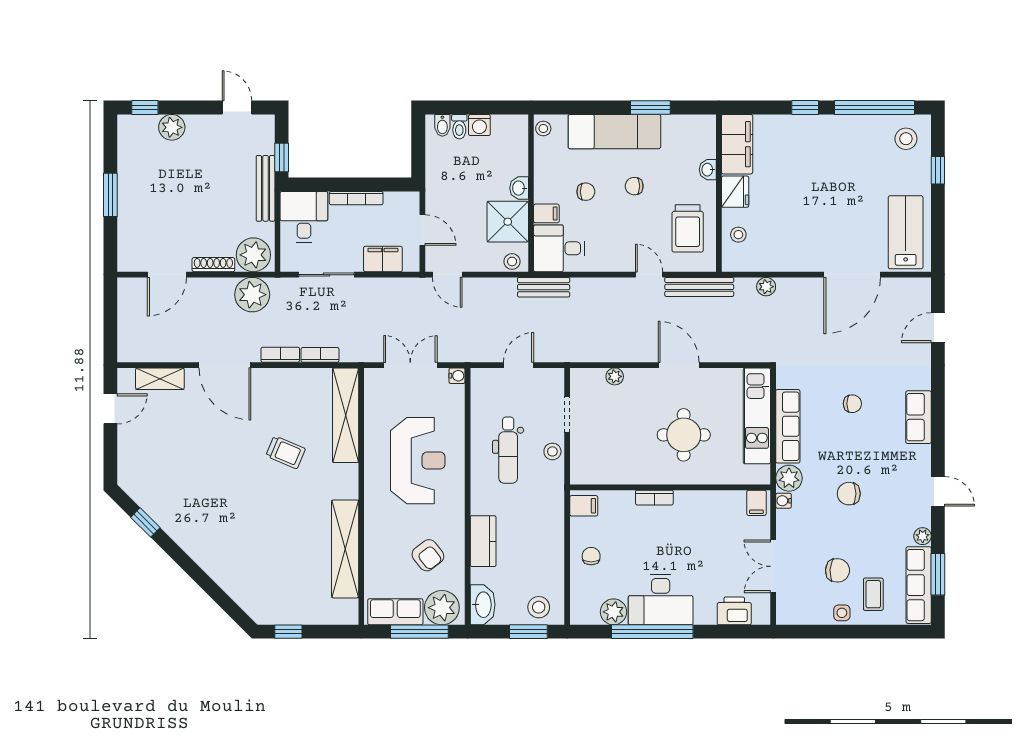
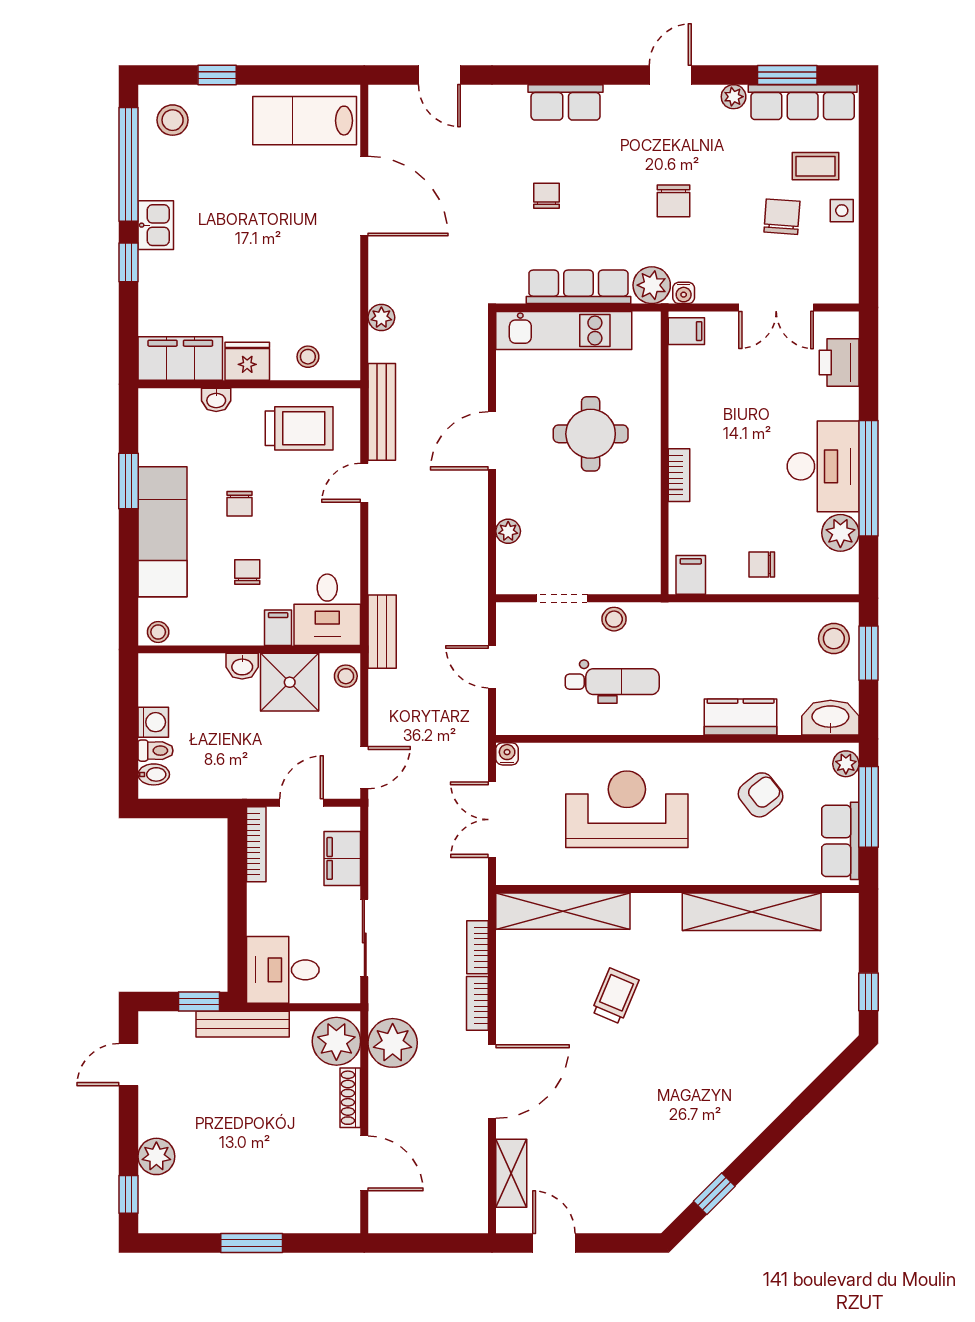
kitchen sink: (832, 127) -> (156, 225), added
bookcase: (356, 198) -> (256, 844), moved
plant: (442, 608) -> (846, 764), width x0.53, depth x0.53

